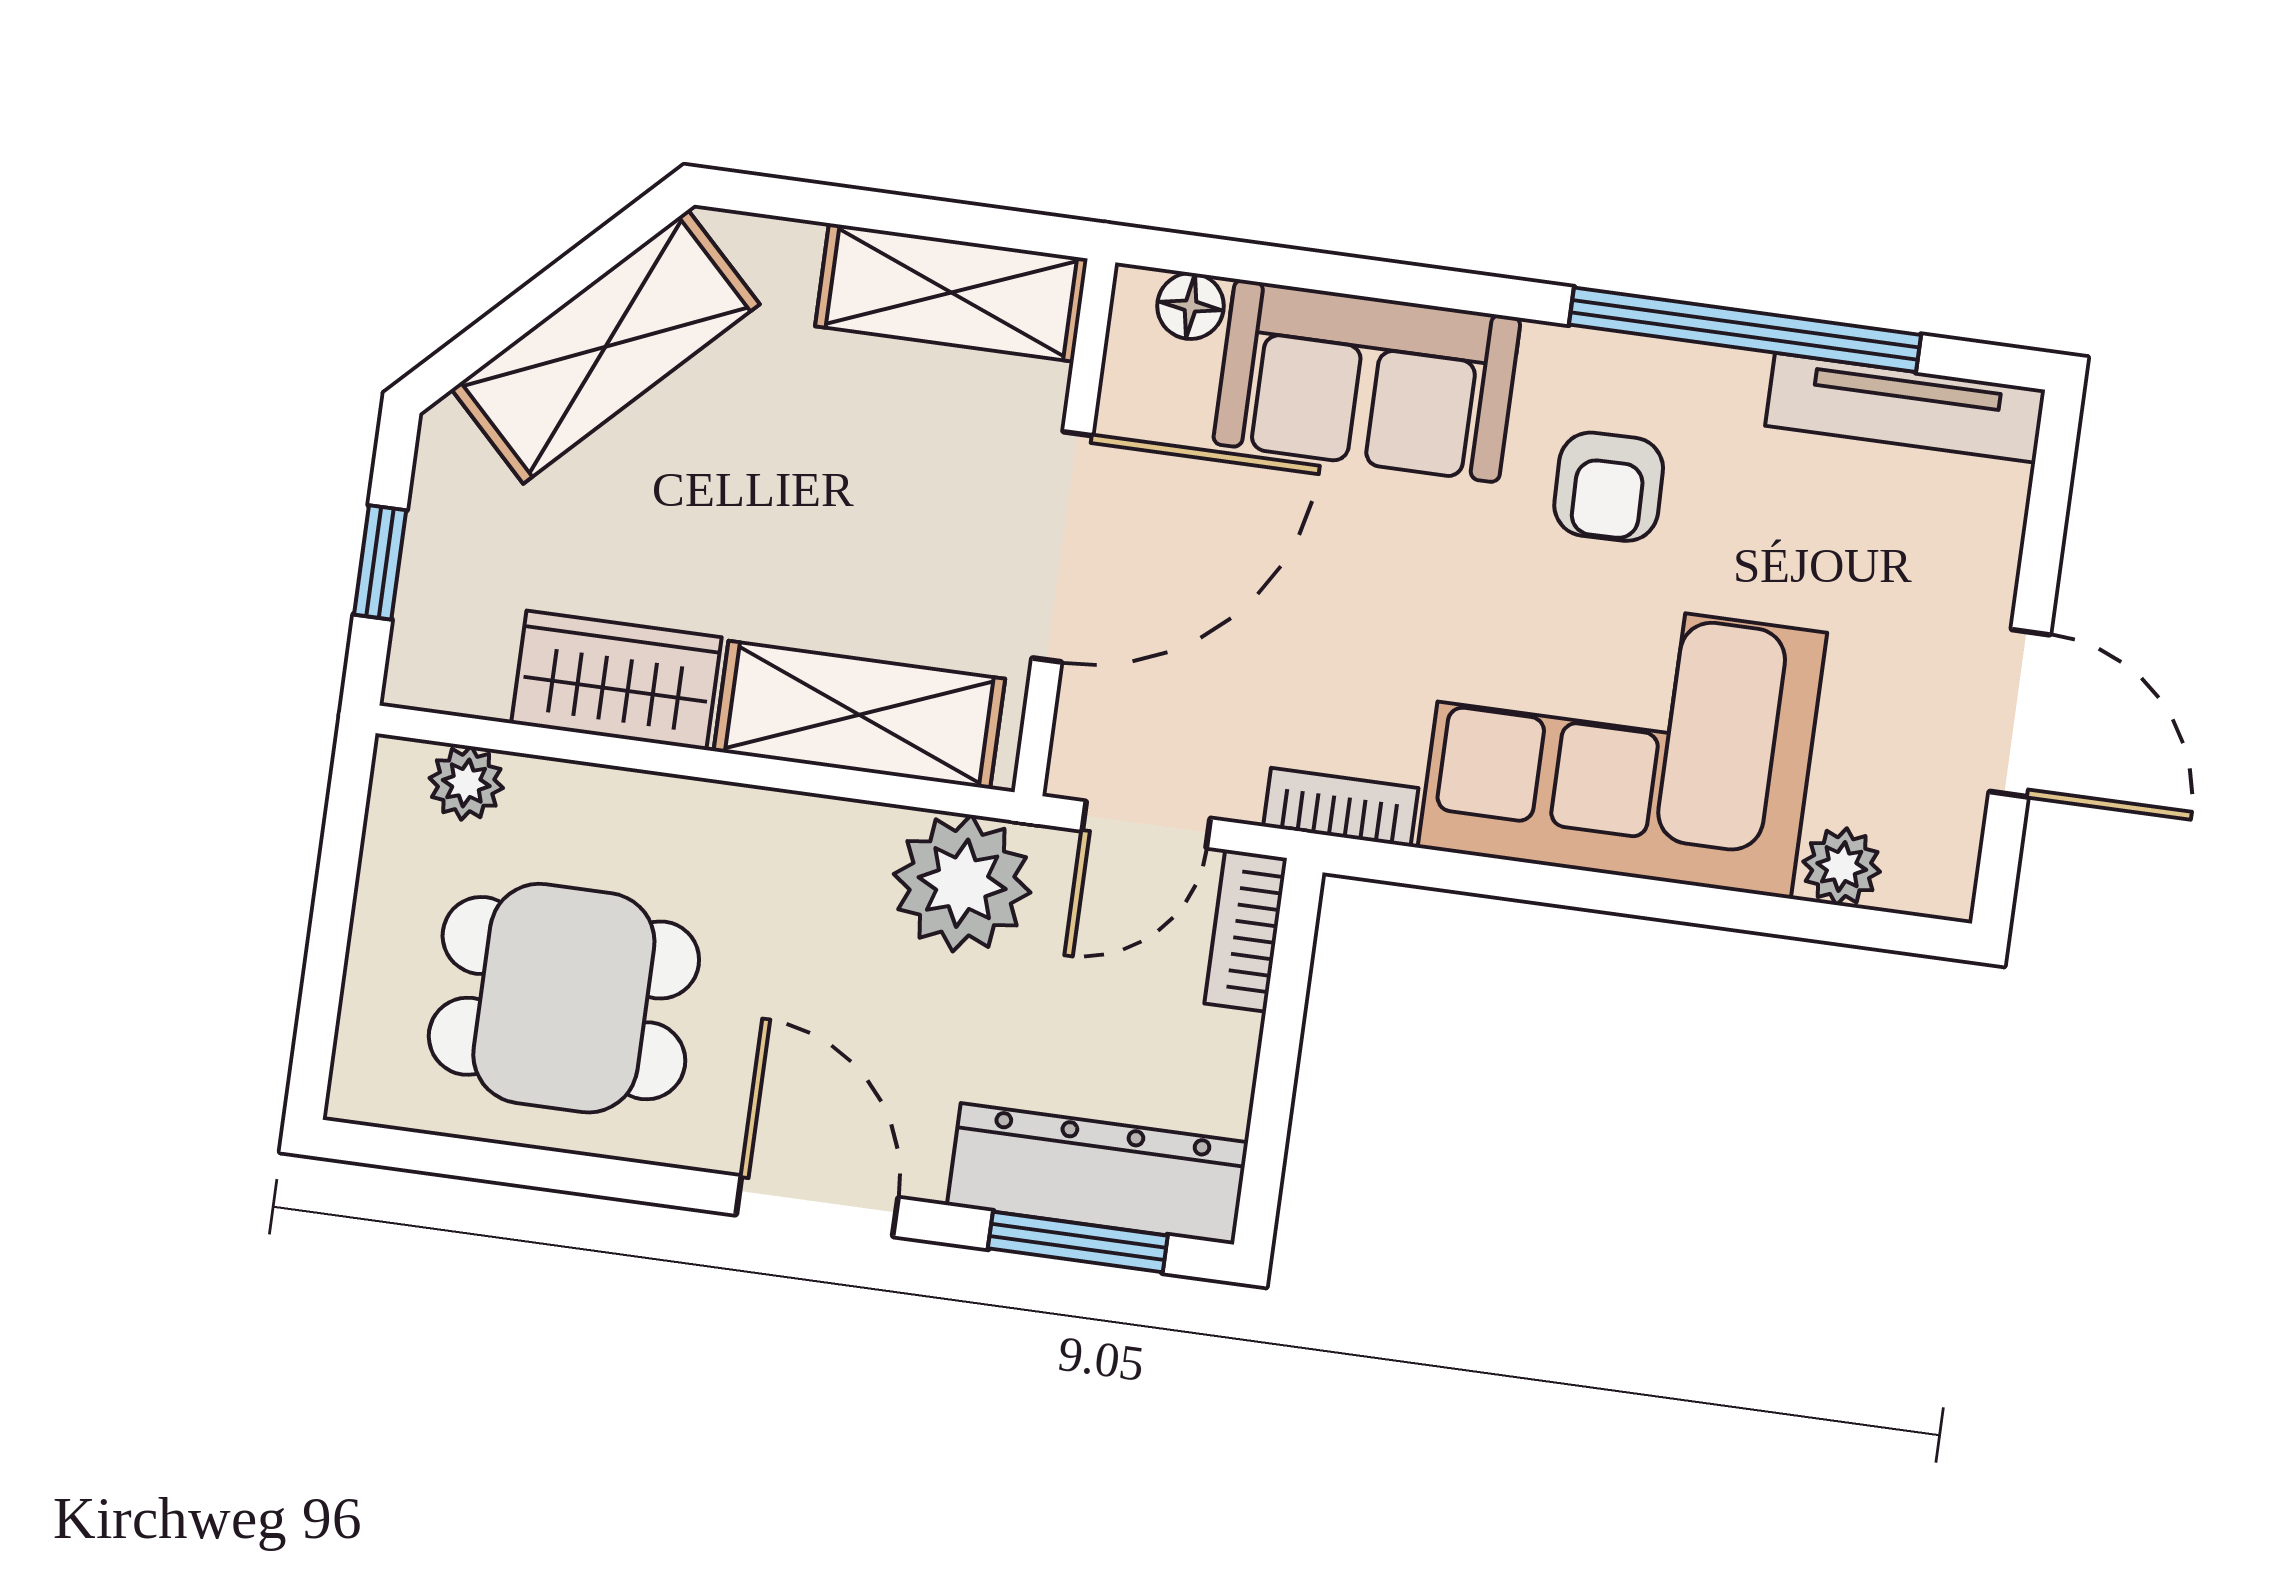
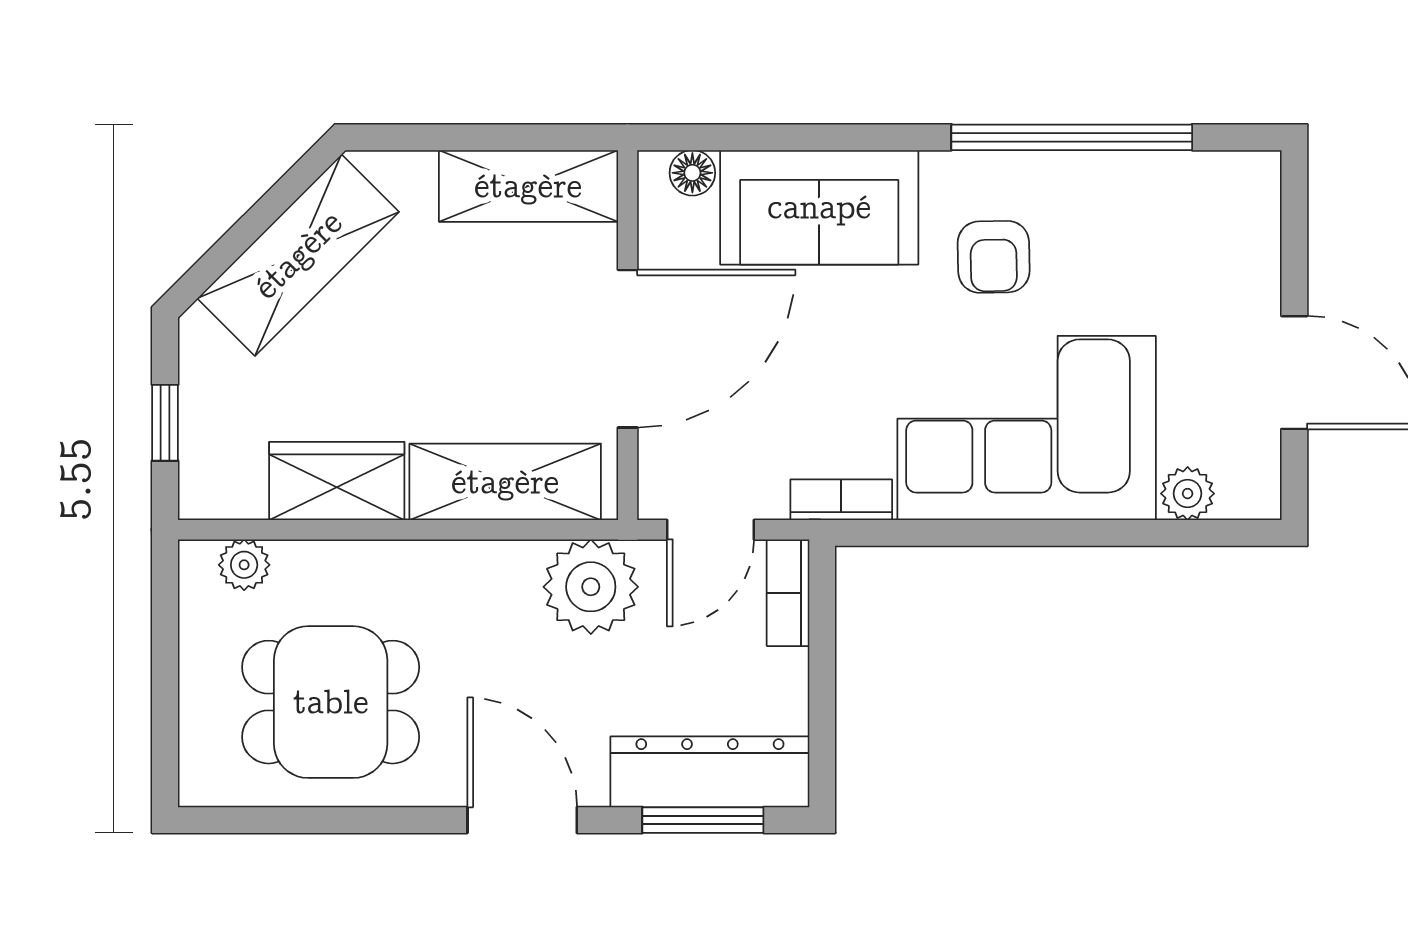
tv unit: (1905, 408) -> (1188, 175), removed

